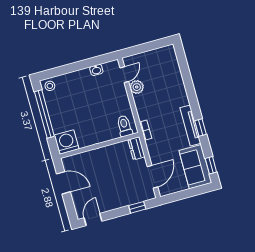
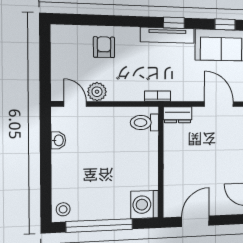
armchair: (169, 83) -> (104, 47), added

